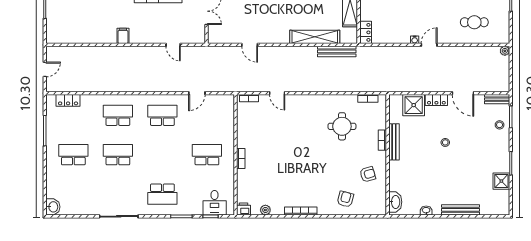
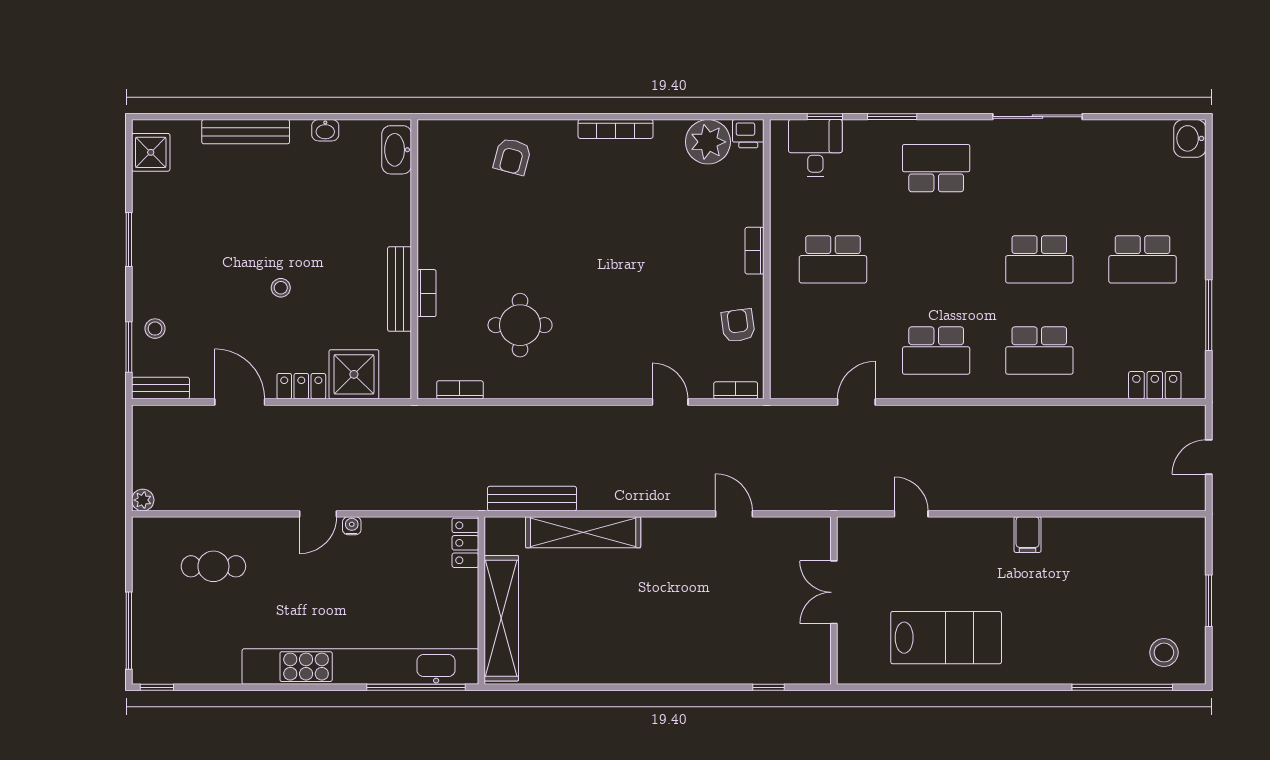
armchair: (368, 174) -> (738, 325), moved, turned 98
shower: (501, 181) -> (151, 152), moved
plant: (265, 210) -> (708, 142), width x1.88, depth x1.88

